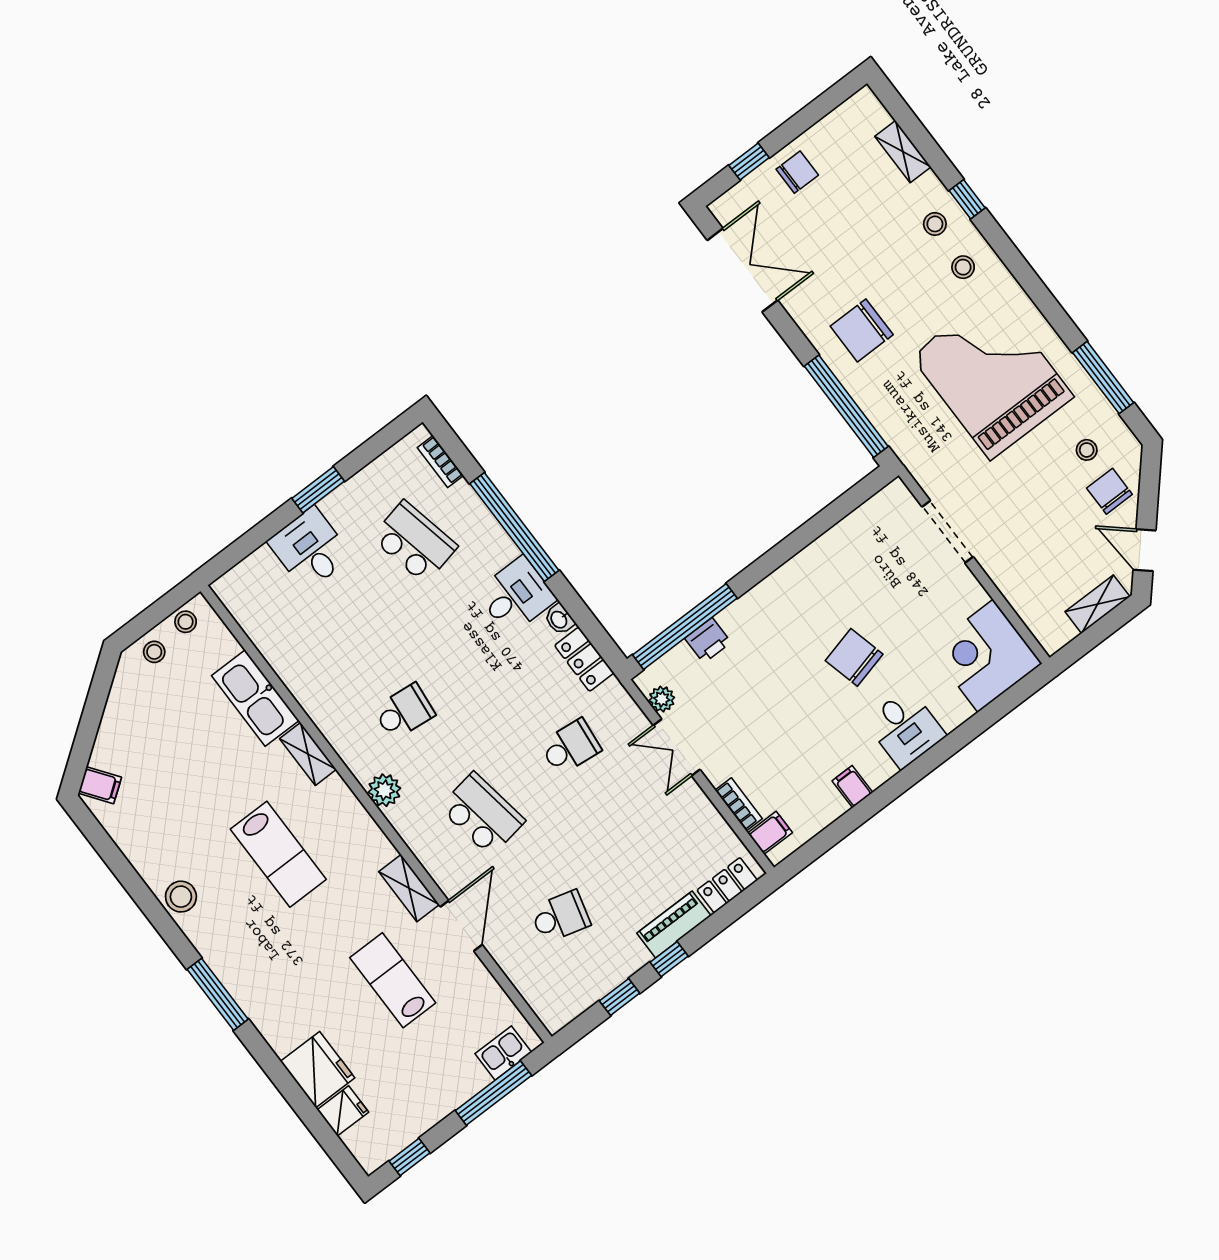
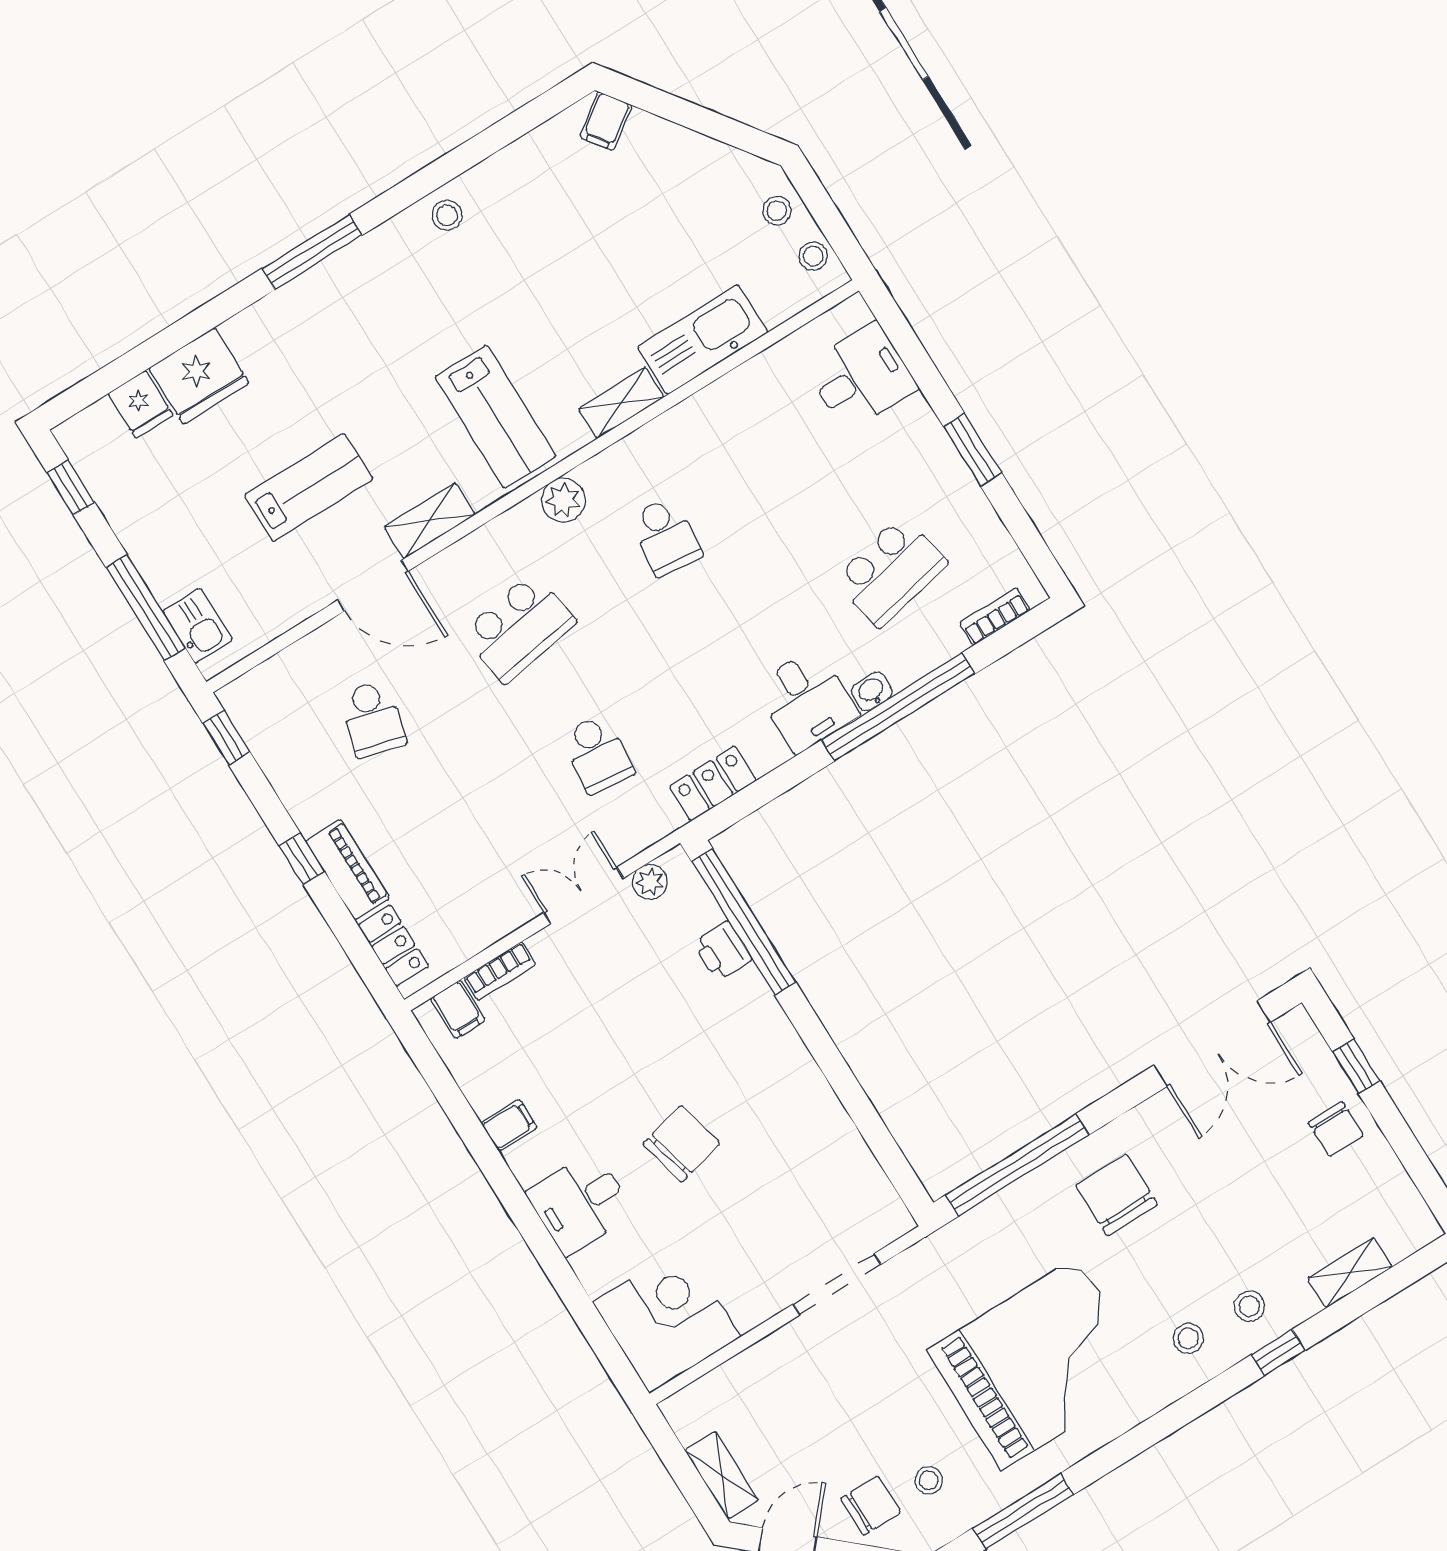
desk: (310, 549) -> (861, 377), moved
washbasin: (559, 619) -> (872, 691), moved
lab bench: (278, 854) -> (495, 417), moved, turned -90
stool: (181, 897) -> (447, 215), width x0.73, depth x0.73
window: (620, 997) -> (226, 738), moved

